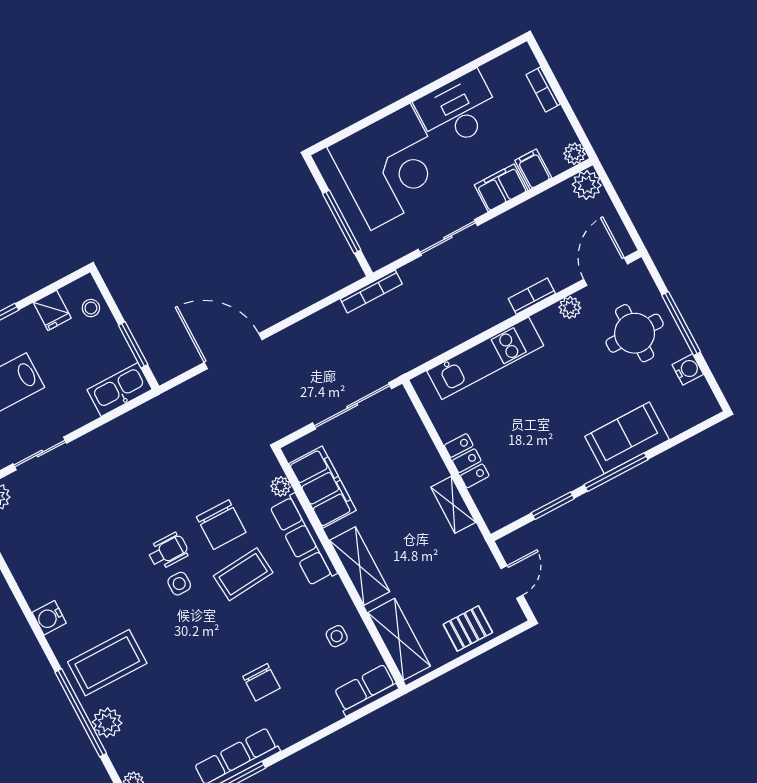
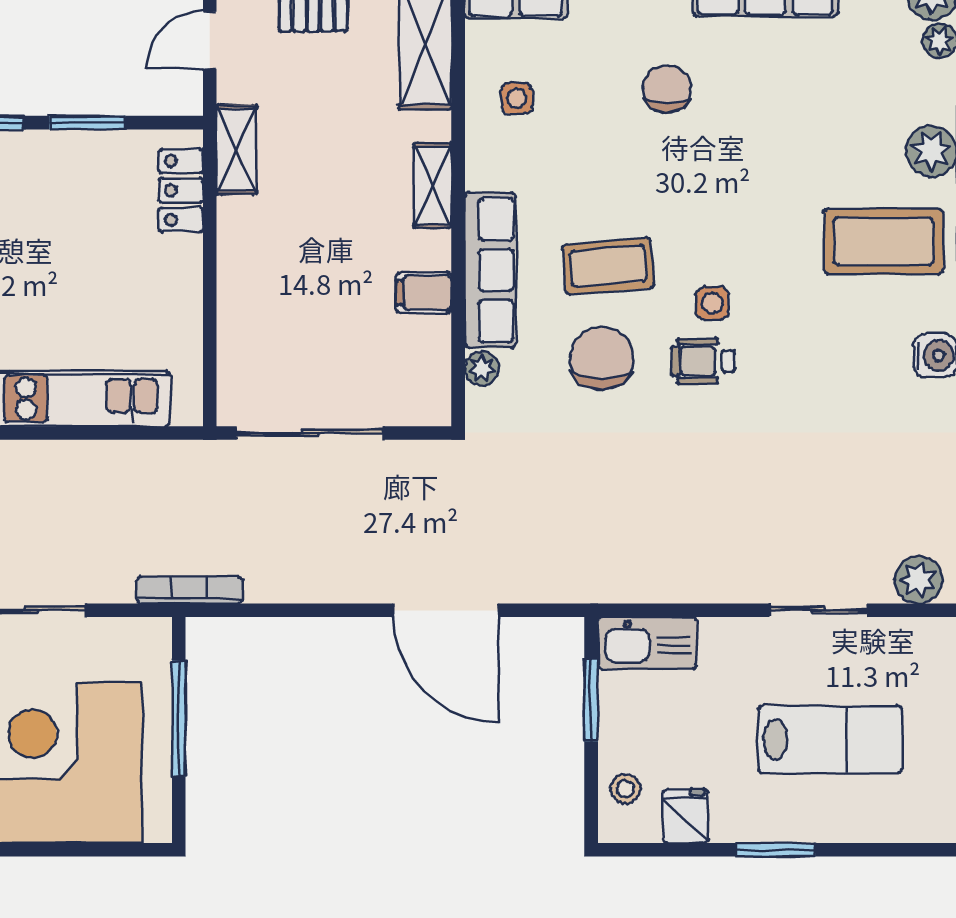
locker: (467, 461) -> (181, 190), moved
filing cabinet: (323, 487) -> (424, 293), width x0.33, depth x0.86
shelving: (453, 505) -> (237, 150), moved
shelving: (360, 566) -> (433, 186), width x0.67, depth x0.75

